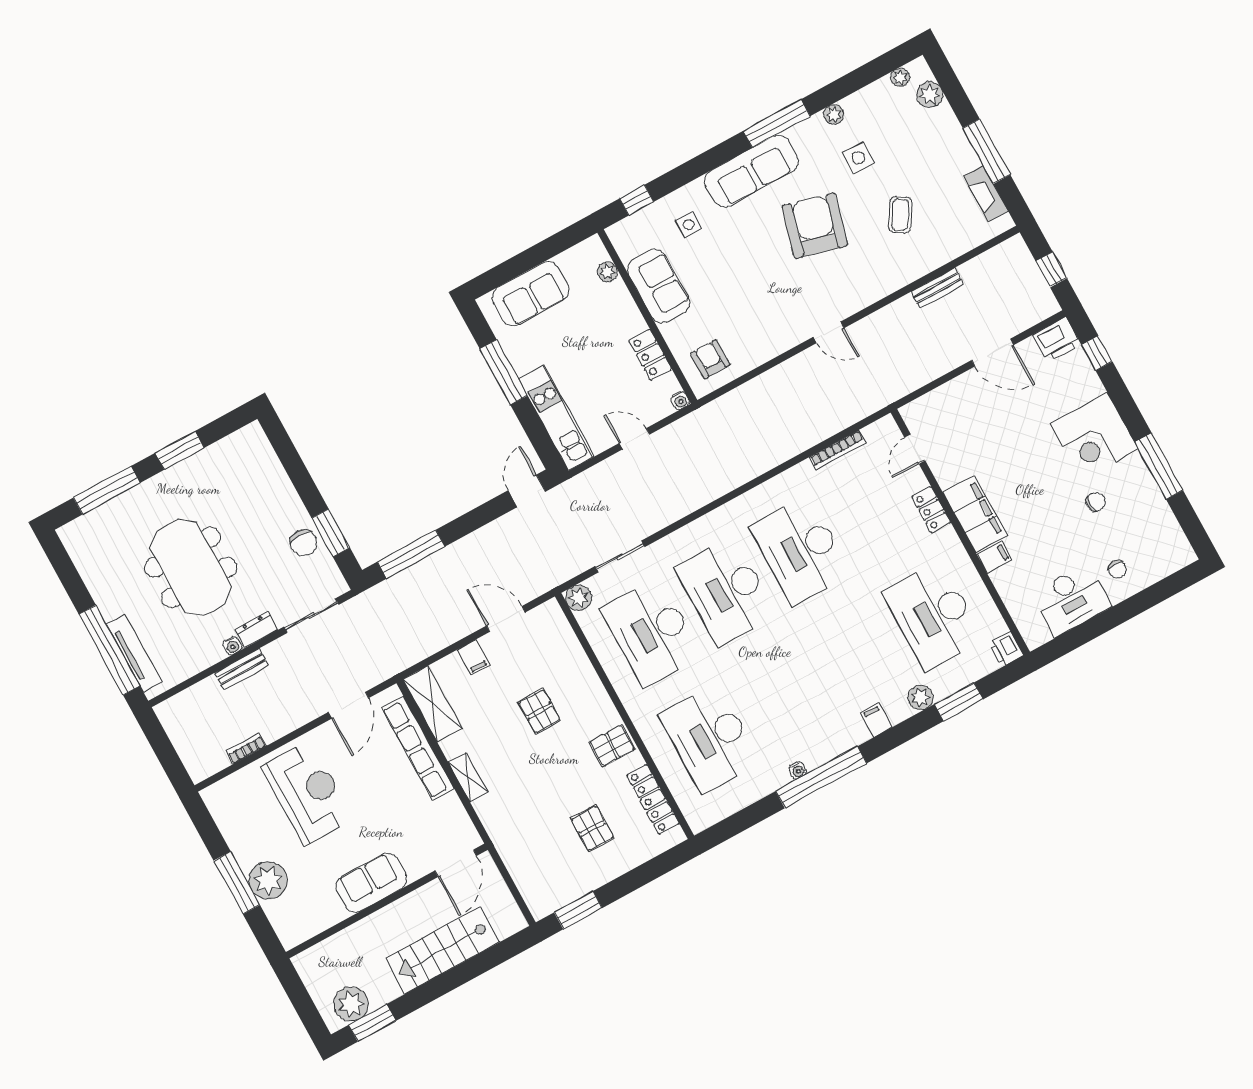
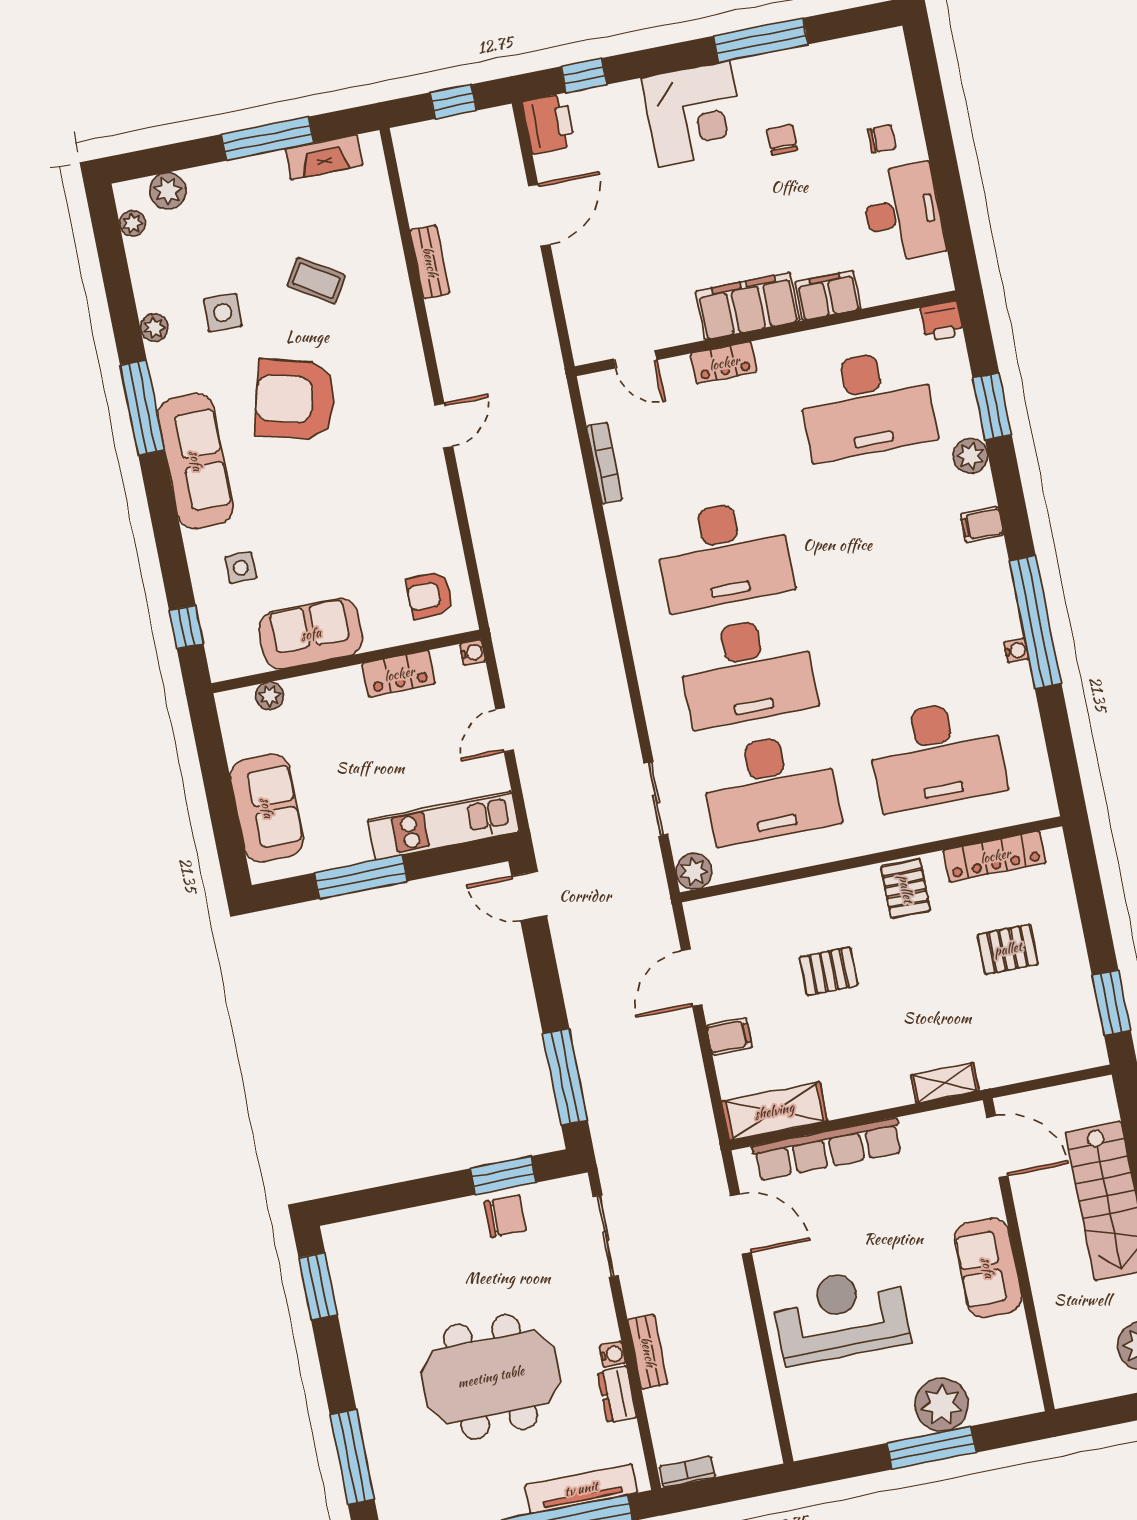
window: (180, 450) -> (318, 1286), moved
filing cabinet: (994, 557) -> (828, 295), width x2.00
dresser: (256, 630) -> (617, 1395), moved
bookcase: (246, 748) -> (687, 1472), moved, turned 90
shelving: (468, 777) -> (945, 1083), moved

